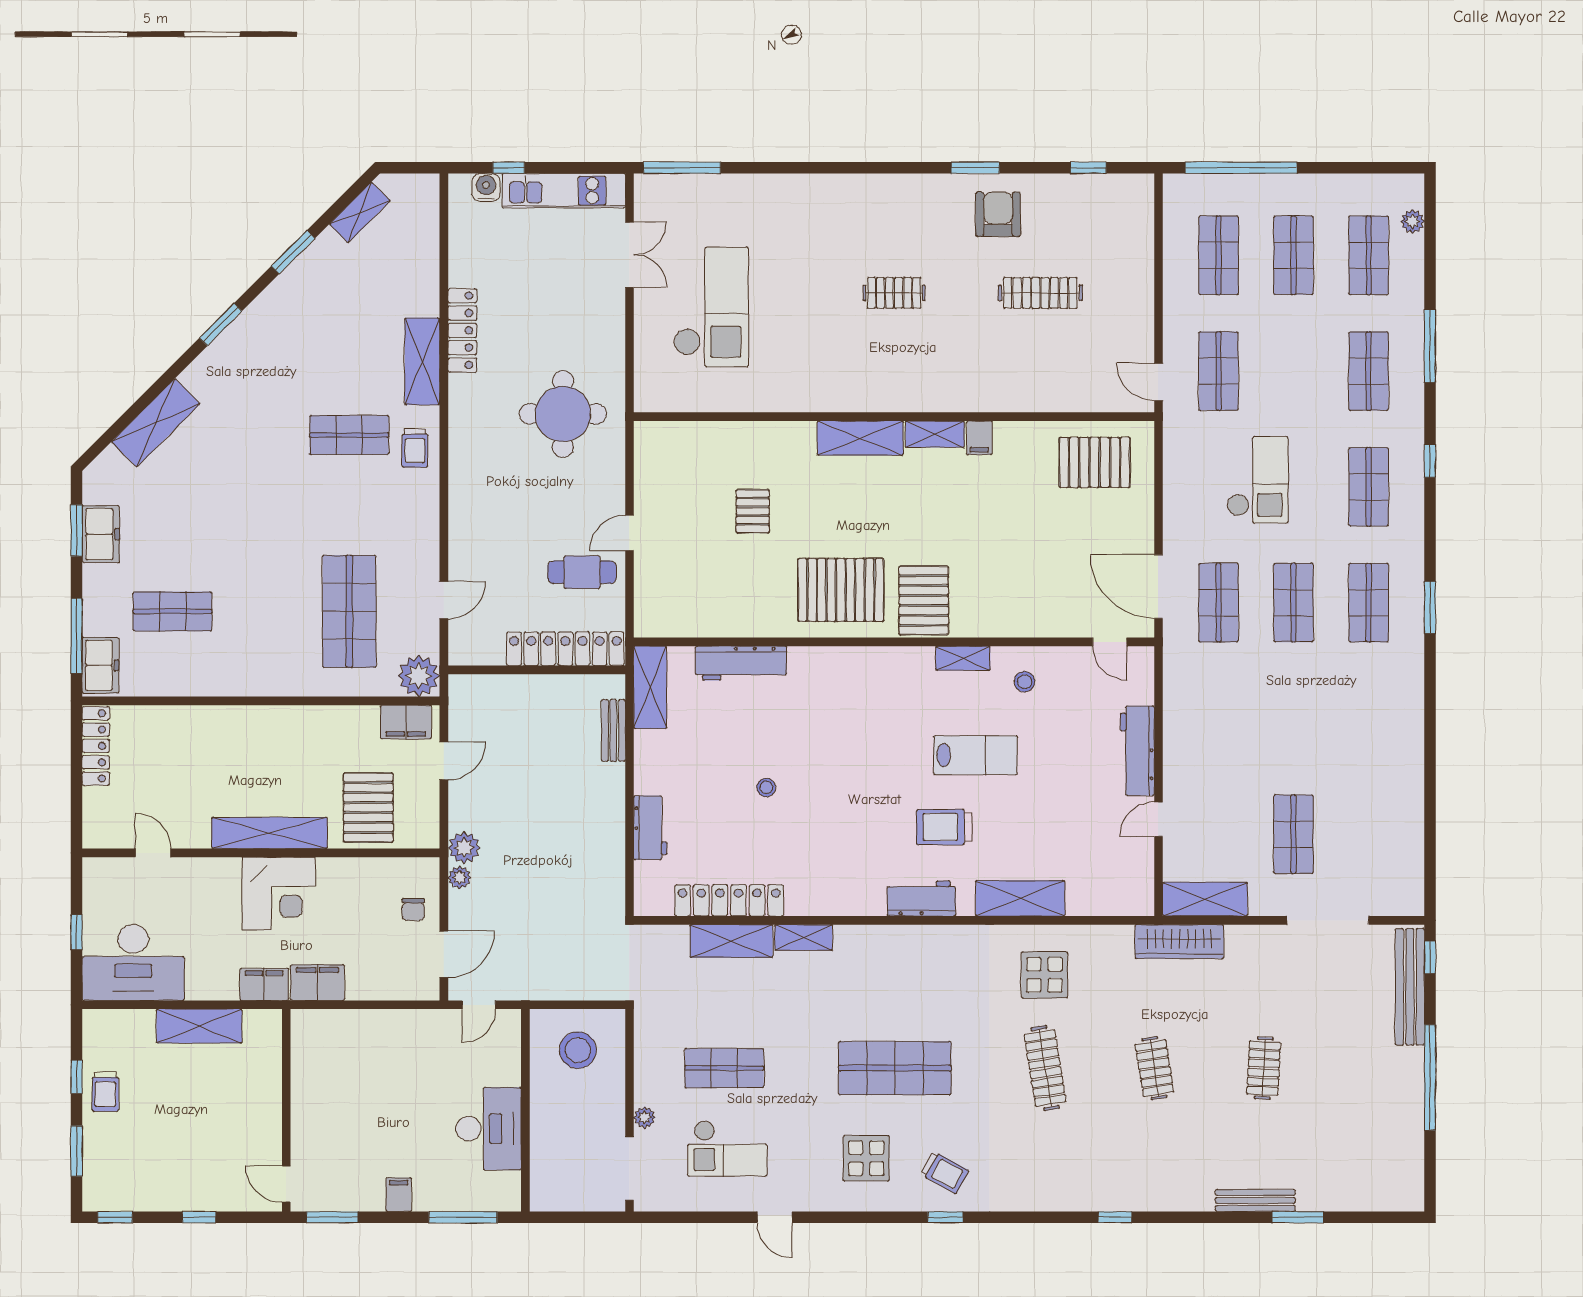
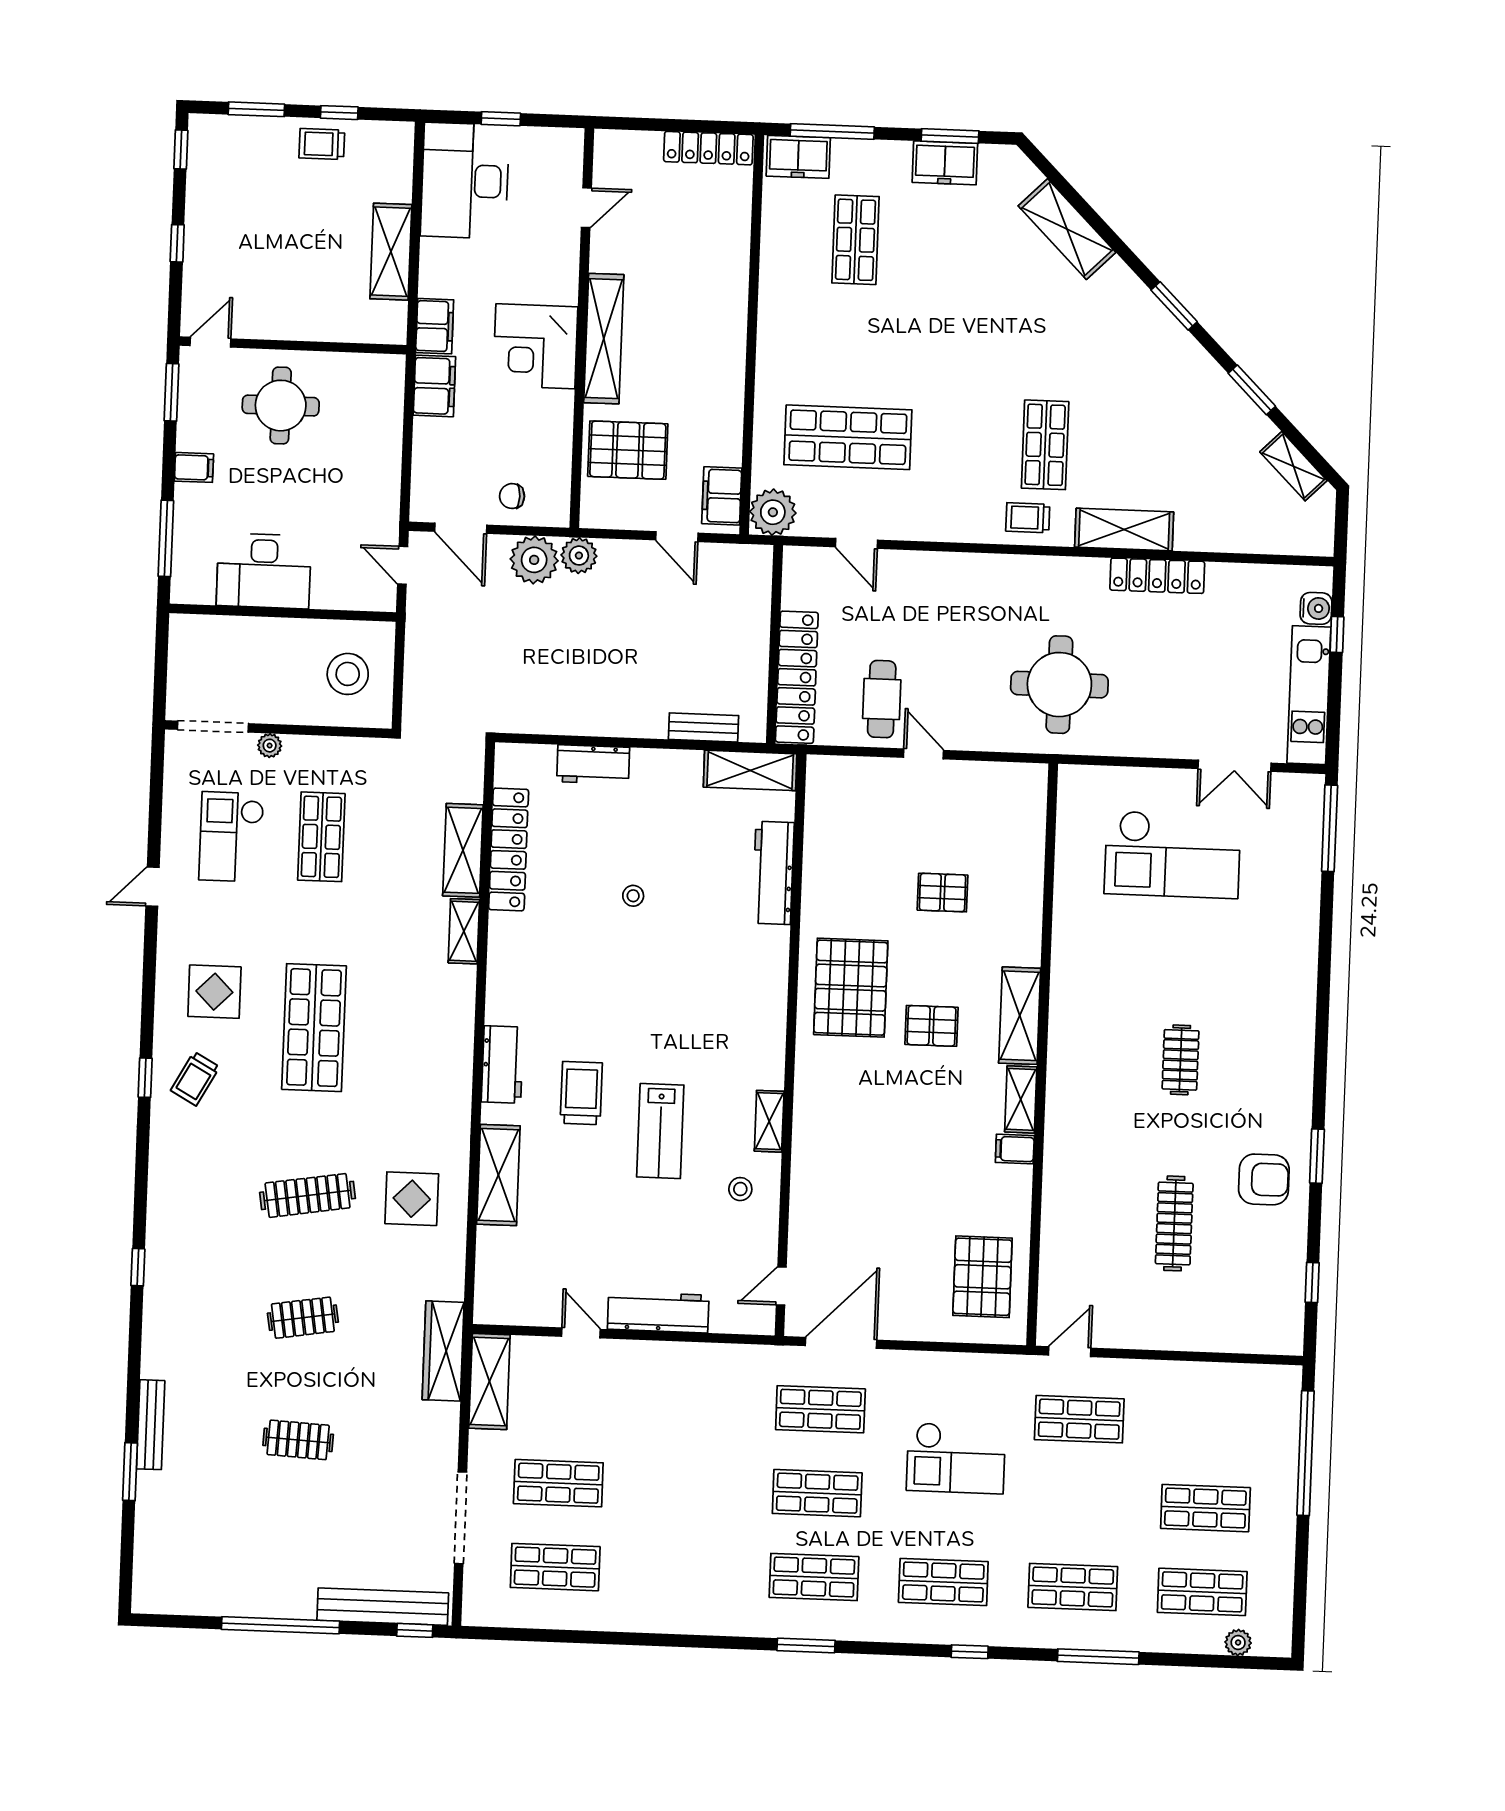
shop shelf: (1218, 255) -> (555, 1567), moved
pallet: (924, 600) -> (932, 1026), moved, width x0.67, depth x0.71
plant: (459, 877) -> (534, 560), width x1.88, depth x1.88
round table: (340, 1119) -> (281, 406), added

